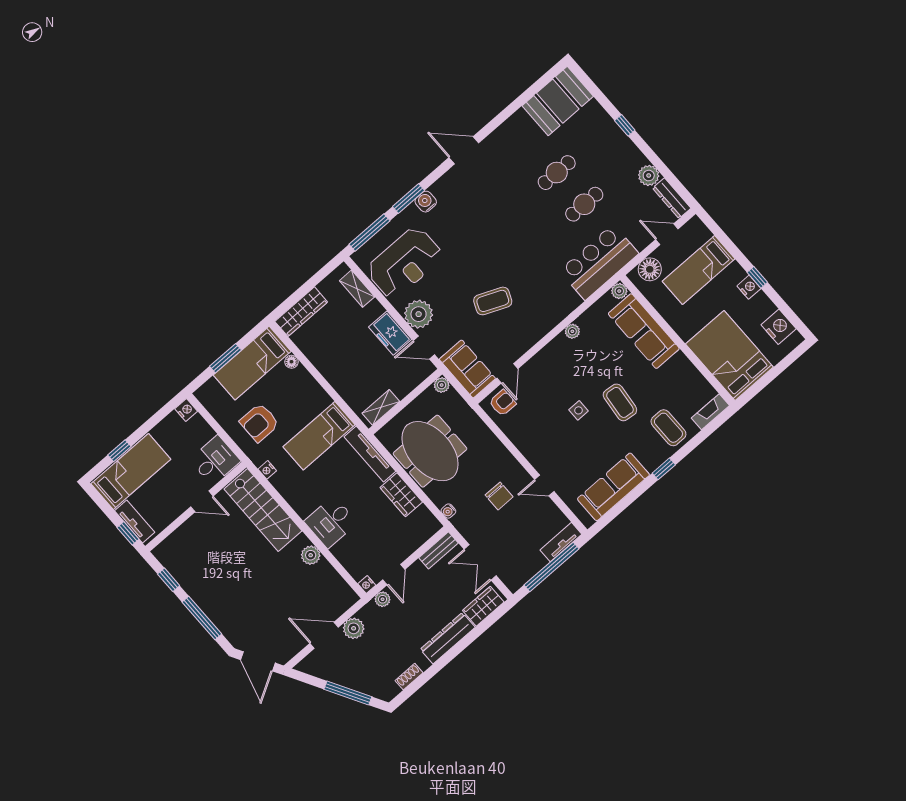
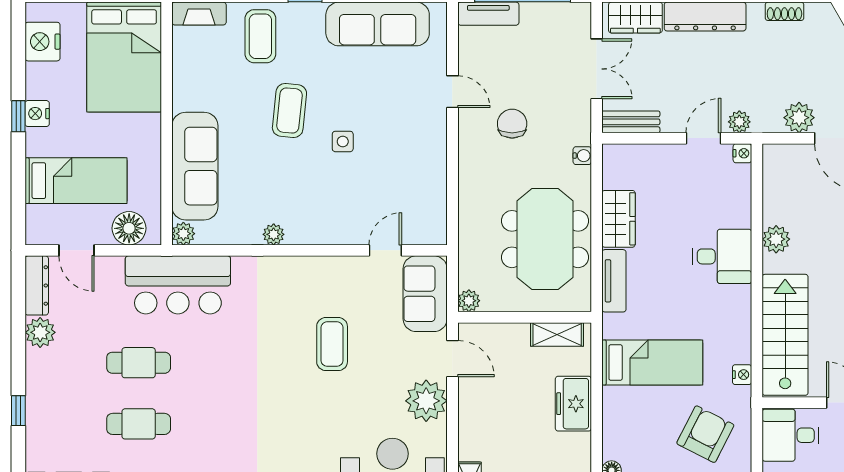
coffee table: (493, 301) -> (332, 344), turned 67
freezer: (390, 333) -> (573, 404), moved, turned 180
armchair: (503, 403) -> (419, 223), removed
armchair: (259, 423) -> (705, 434), turned -63
tv unit: (370, 454) -> (614, 281), width x0.71

